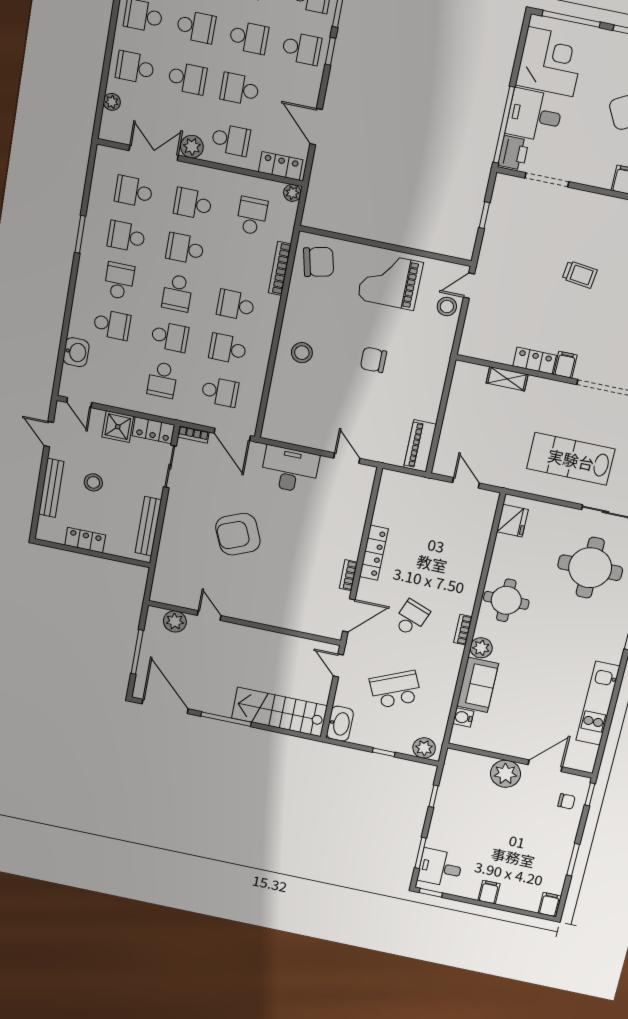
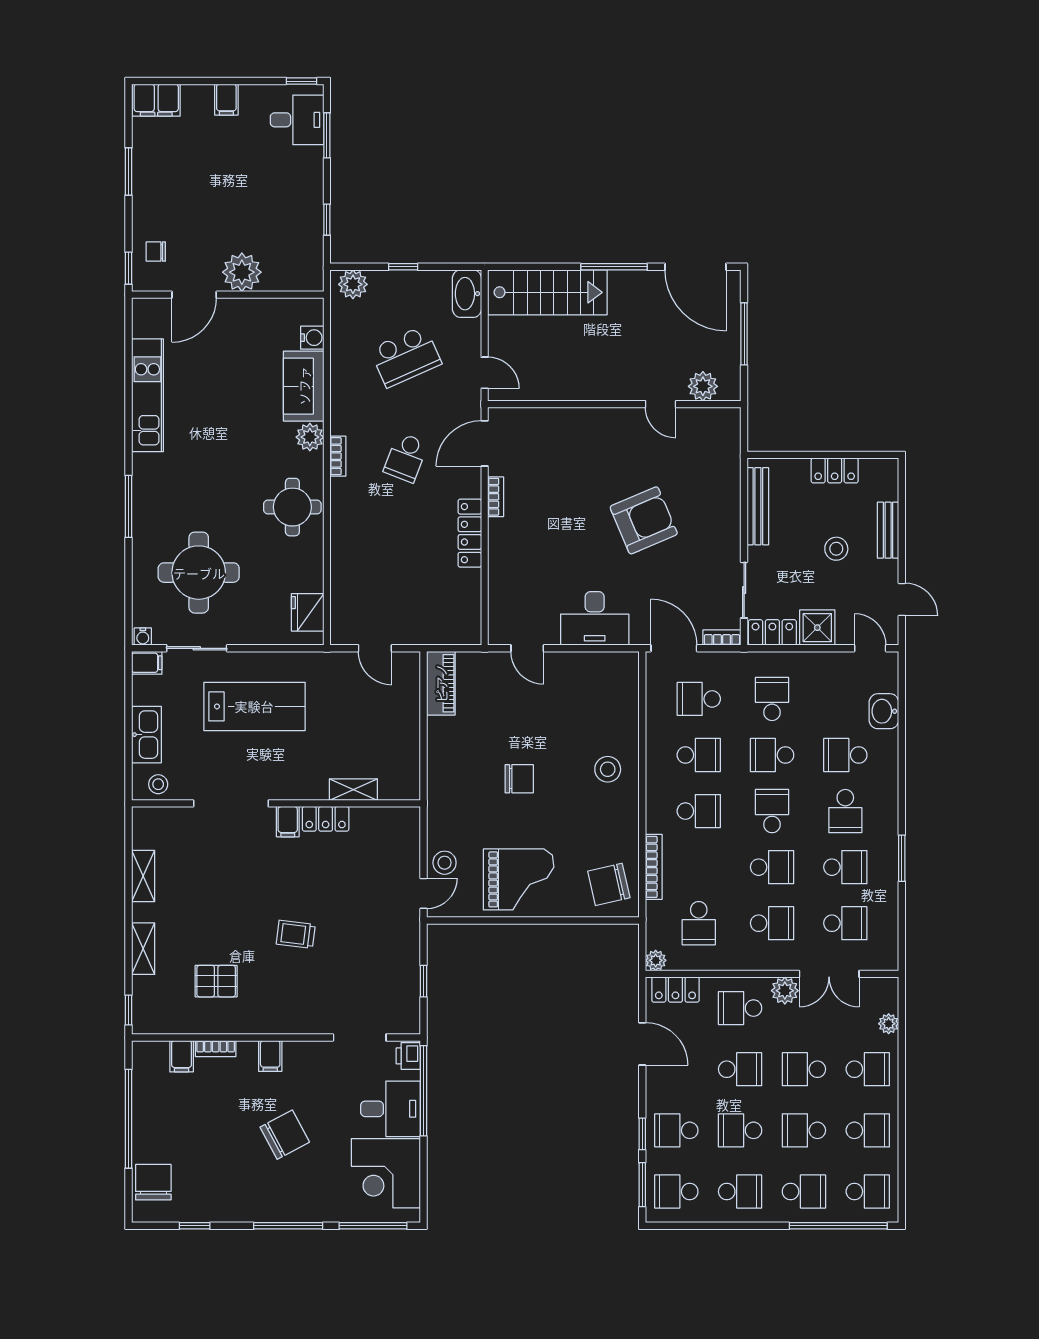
printer: (513, 153) -> (408, 1056), width x0.73, depth x0.81
bench: (51, 488) -> (888, 530), width x0.73
filing cabinet: (549, 905) -> (156, 100), width x2.00

